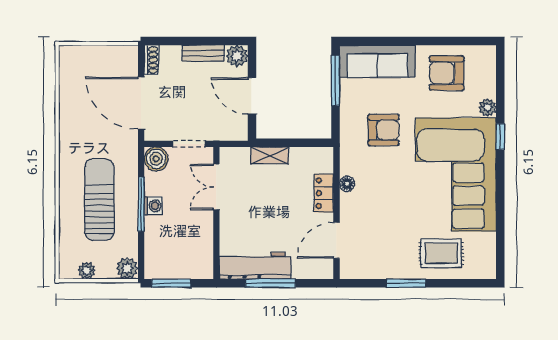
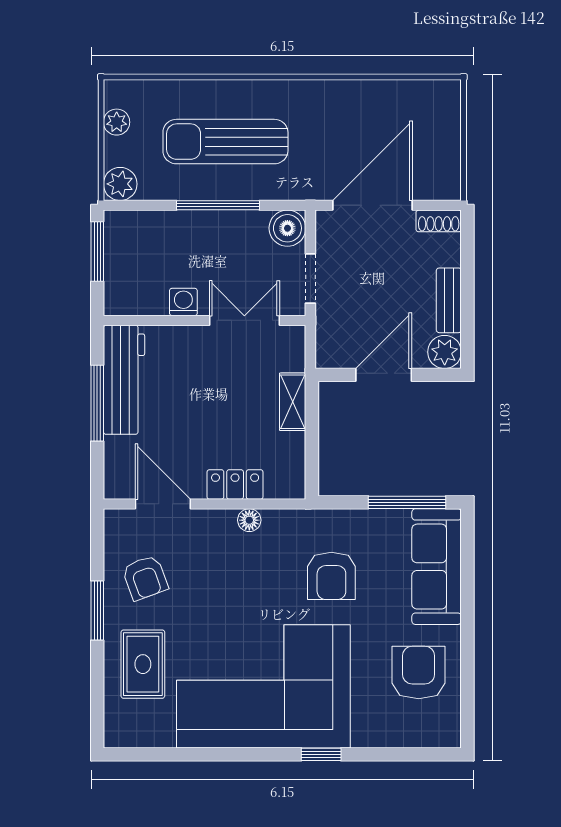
plant: (488, 108) -> (366, 735), removed
sun lounger: (99, 199) -> (225, 142), turned 180
washing machine: (153, 206) -> (183, 302), moved, turned 180
armchair: (385, 252) -> (145, 578), added

